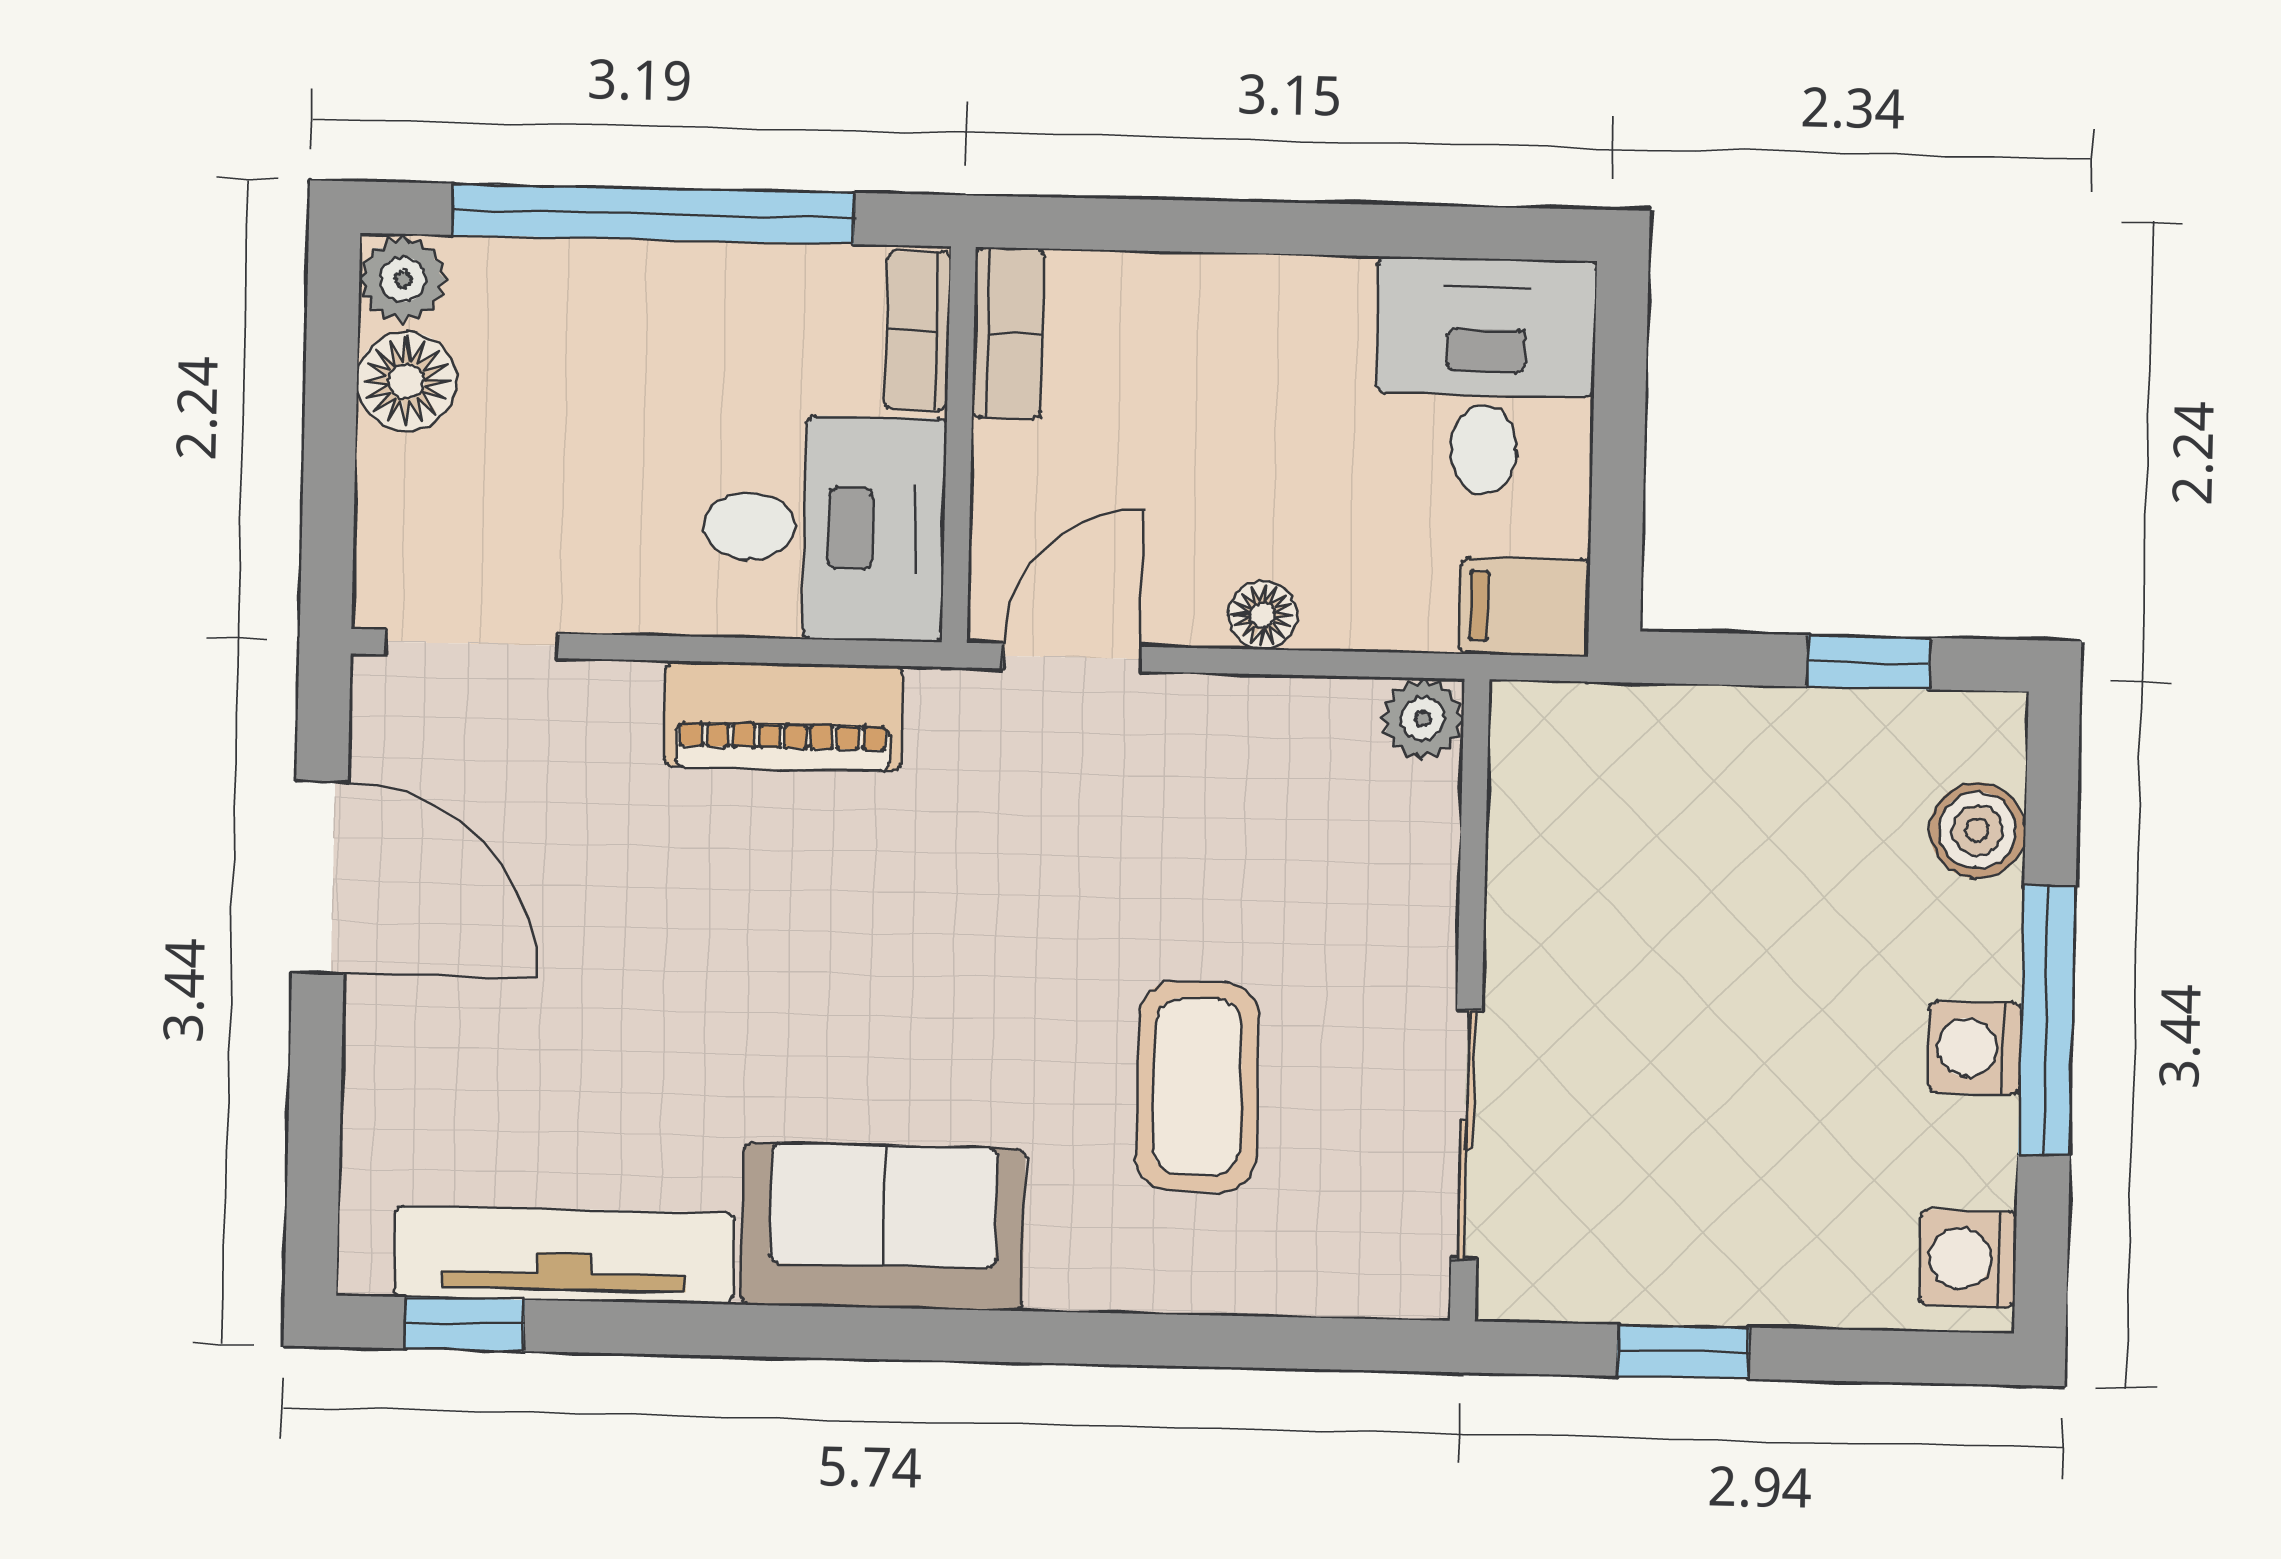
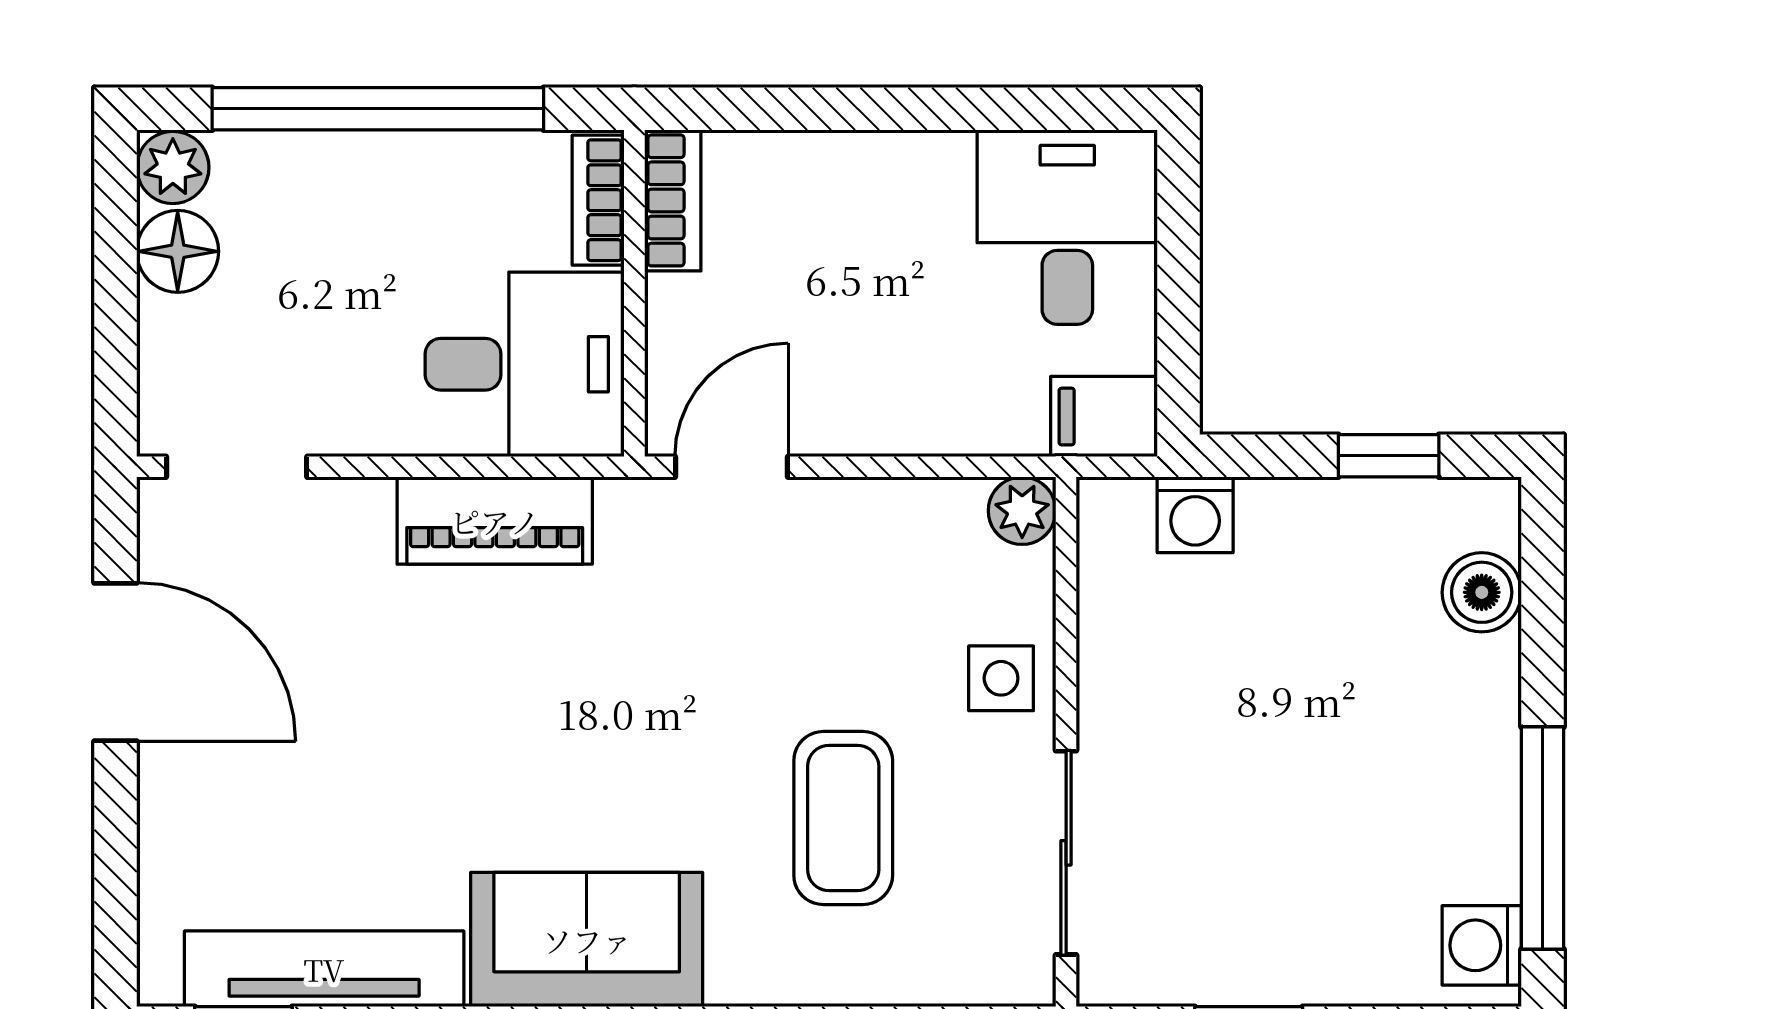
floor lamp: (1263, 615) -> (888, 428), removed
side table: (1393, 921) -> (1001, 678), added
window: (2047, 1020) -> (1542, 838), moved
washing machine: (1975, 1048) -> (1195, 515), moved, turned -90

